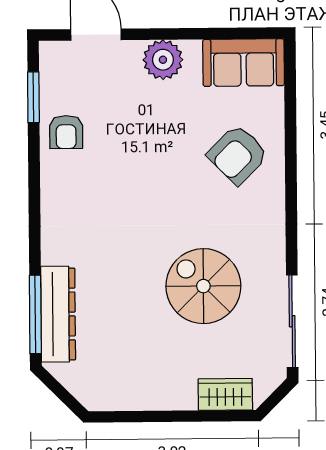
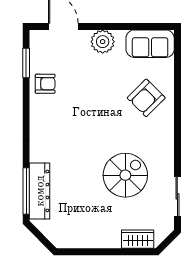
armchair: (66, 132) -> (45, 84), turned -90
spiral stairs: (203, 286) -> (125, 175), turned 90
sliding door: (292, 321) -> (177, 196), width x0.73

